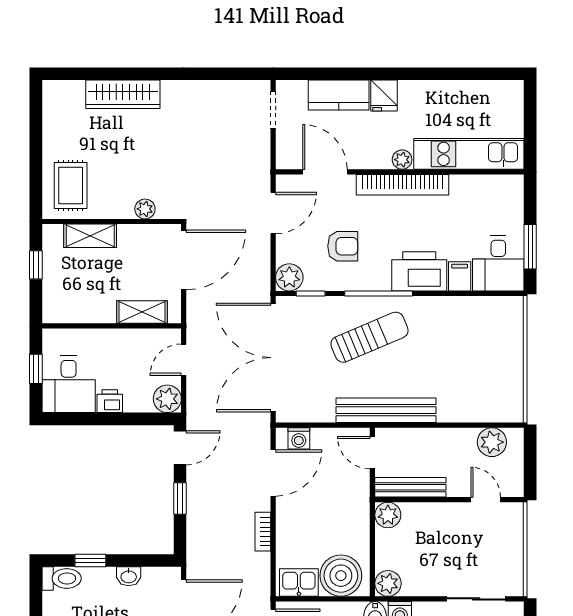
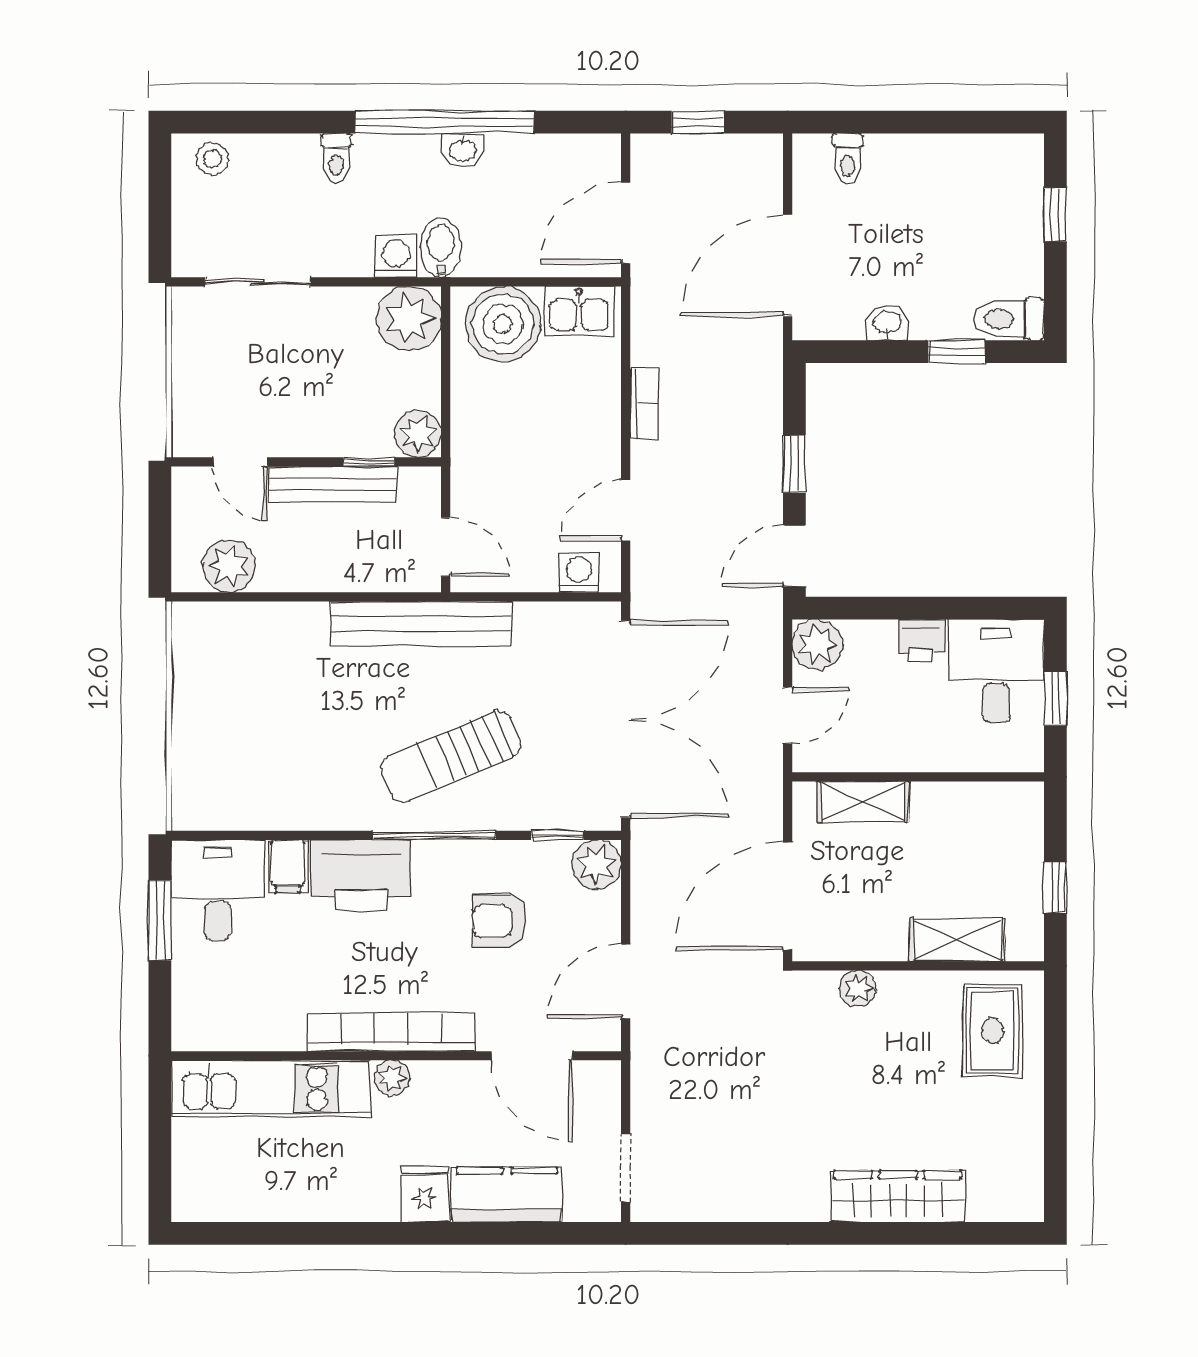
door: (273, 473) -> (626, 510), width x0.73
bench: (410, 487) -> (333, 484), moved
window: (415, 500) -> (369, 462), added
plant: (388, 583) -> (409, 319), width x1.36, depth x1.36

